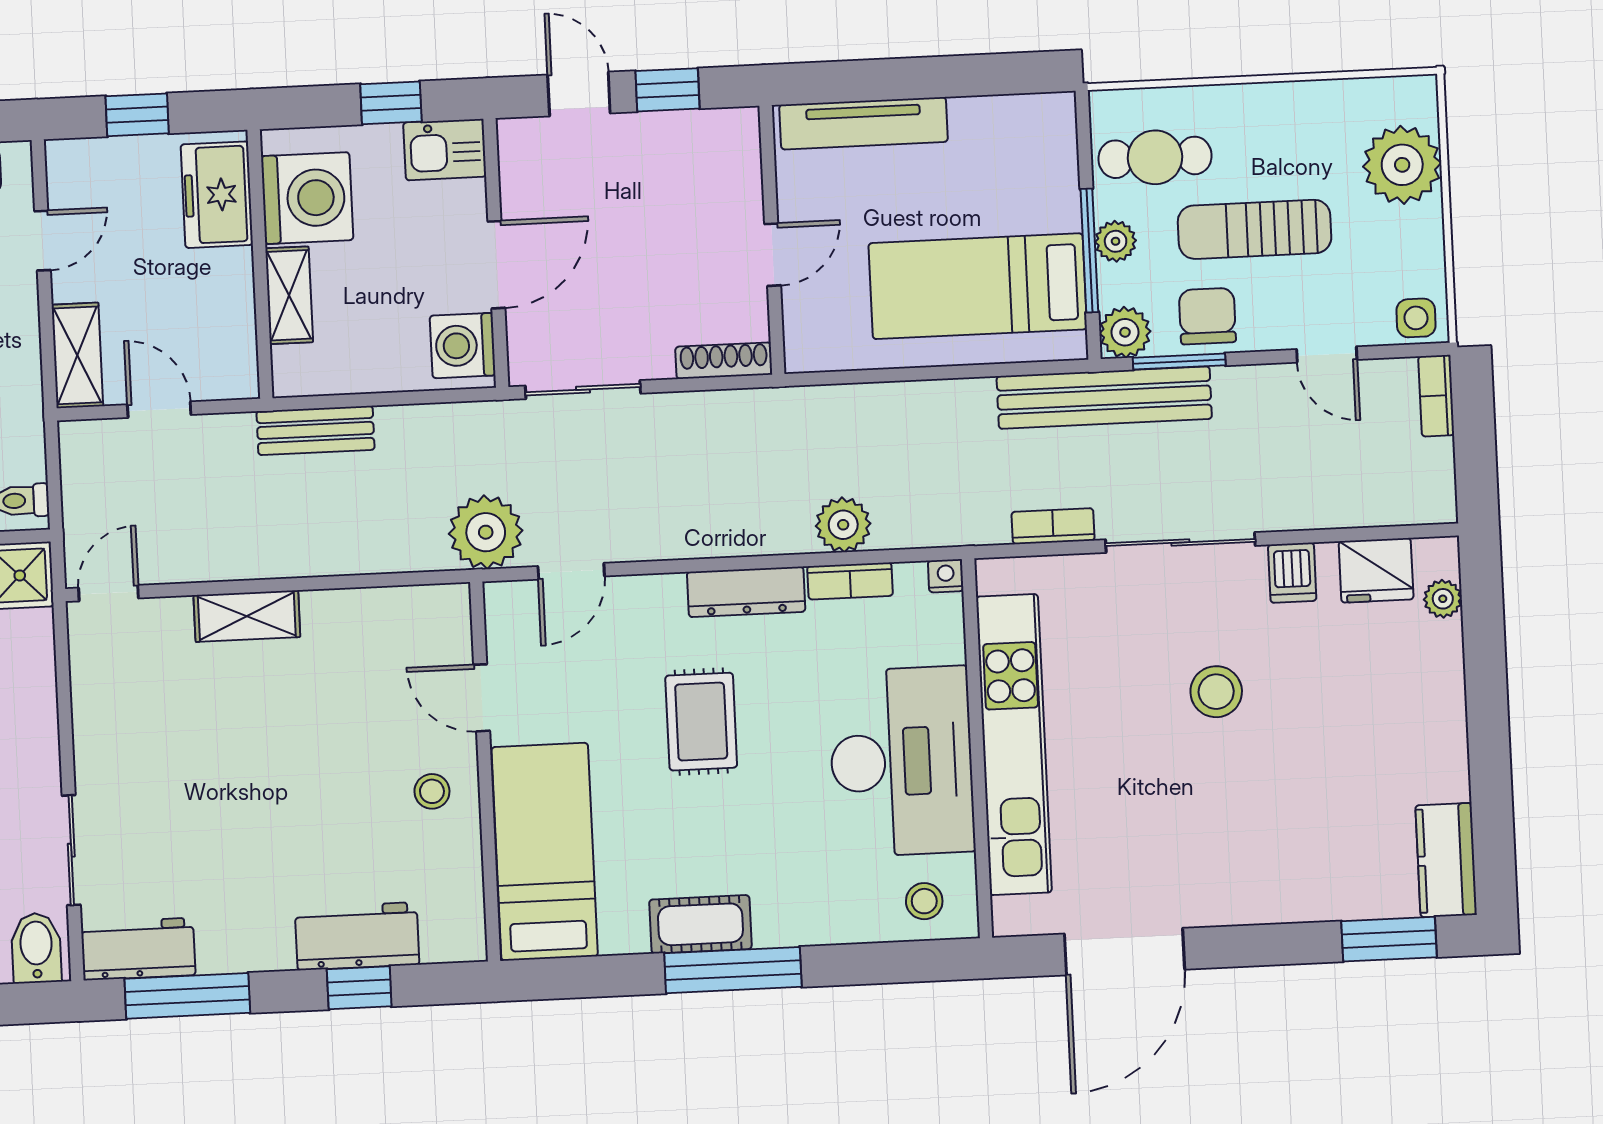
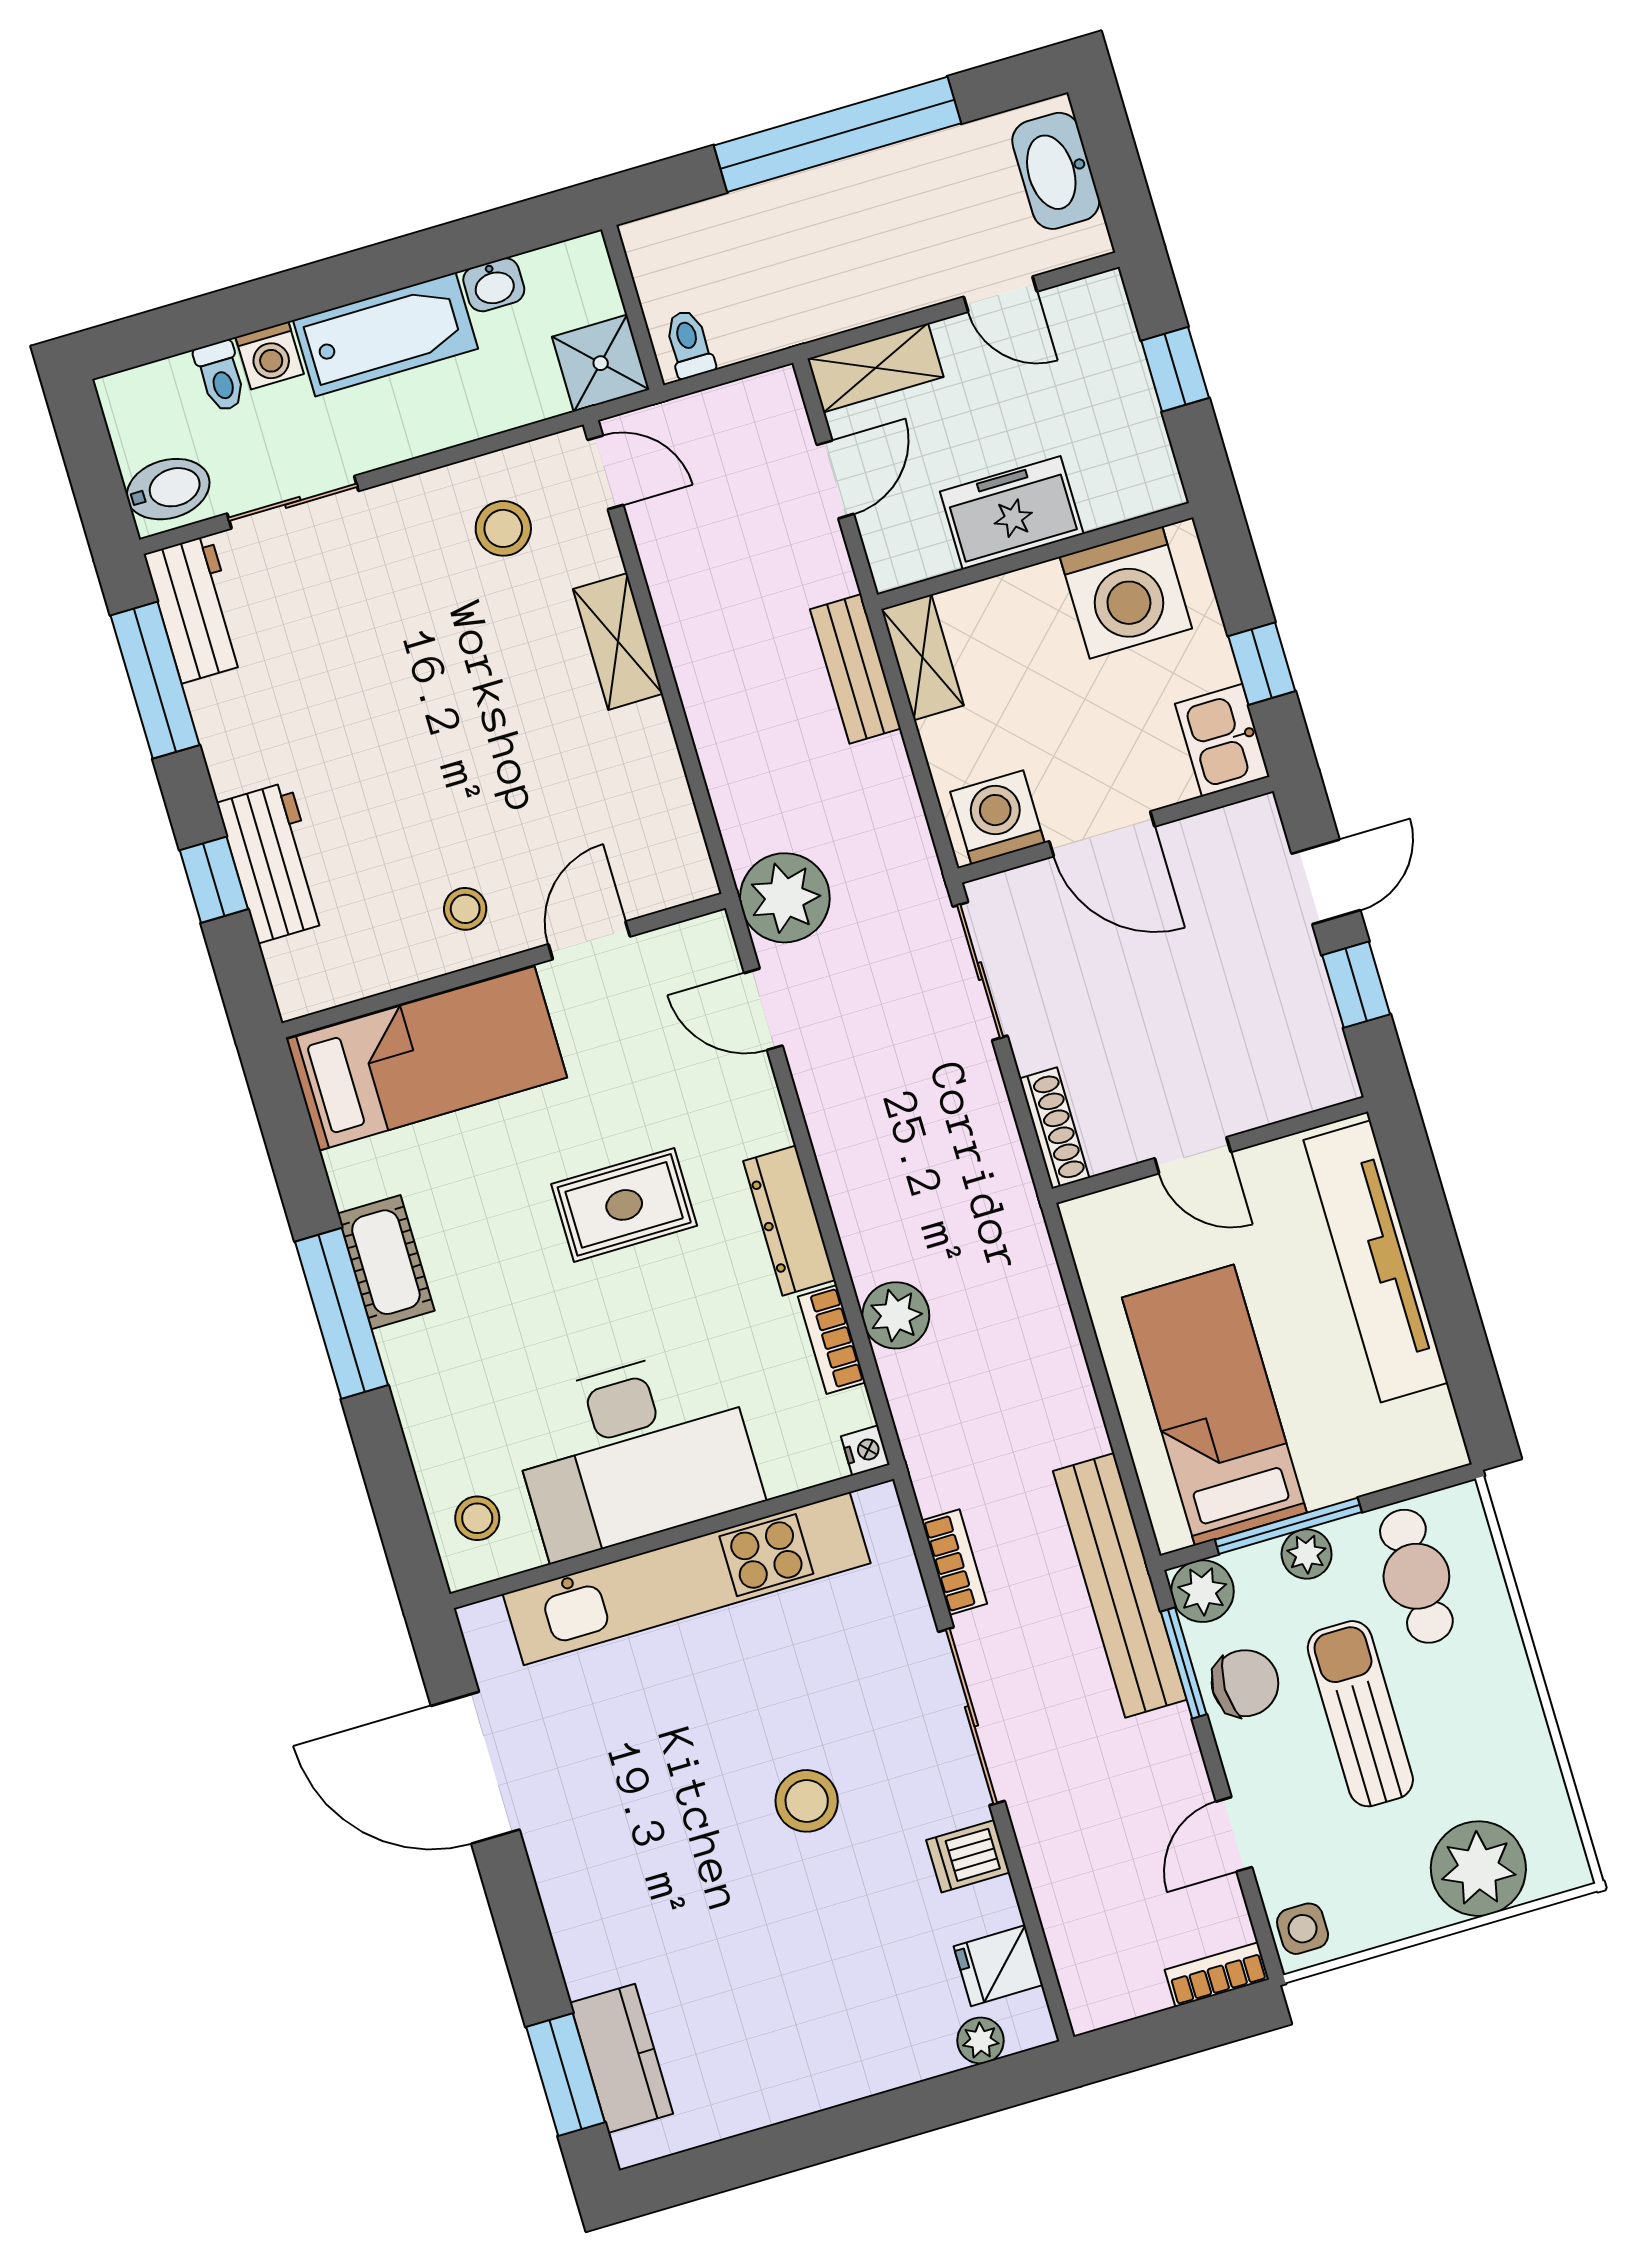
tv unit: (863, 123) -> (1376, 1261), width x1.36, depth x1.29
freezer: (217, 195) -> (1012, 513), moved
shelving: (289, 295) -> (922, 657), moved, turned 90
fridge: (1376, 570) -> (998, 1966), width x0.72
stool: (134, 686) -> (503, 528), added
kitchen counter: (1446, 860) -> (621, 2058), moved, turned 90

